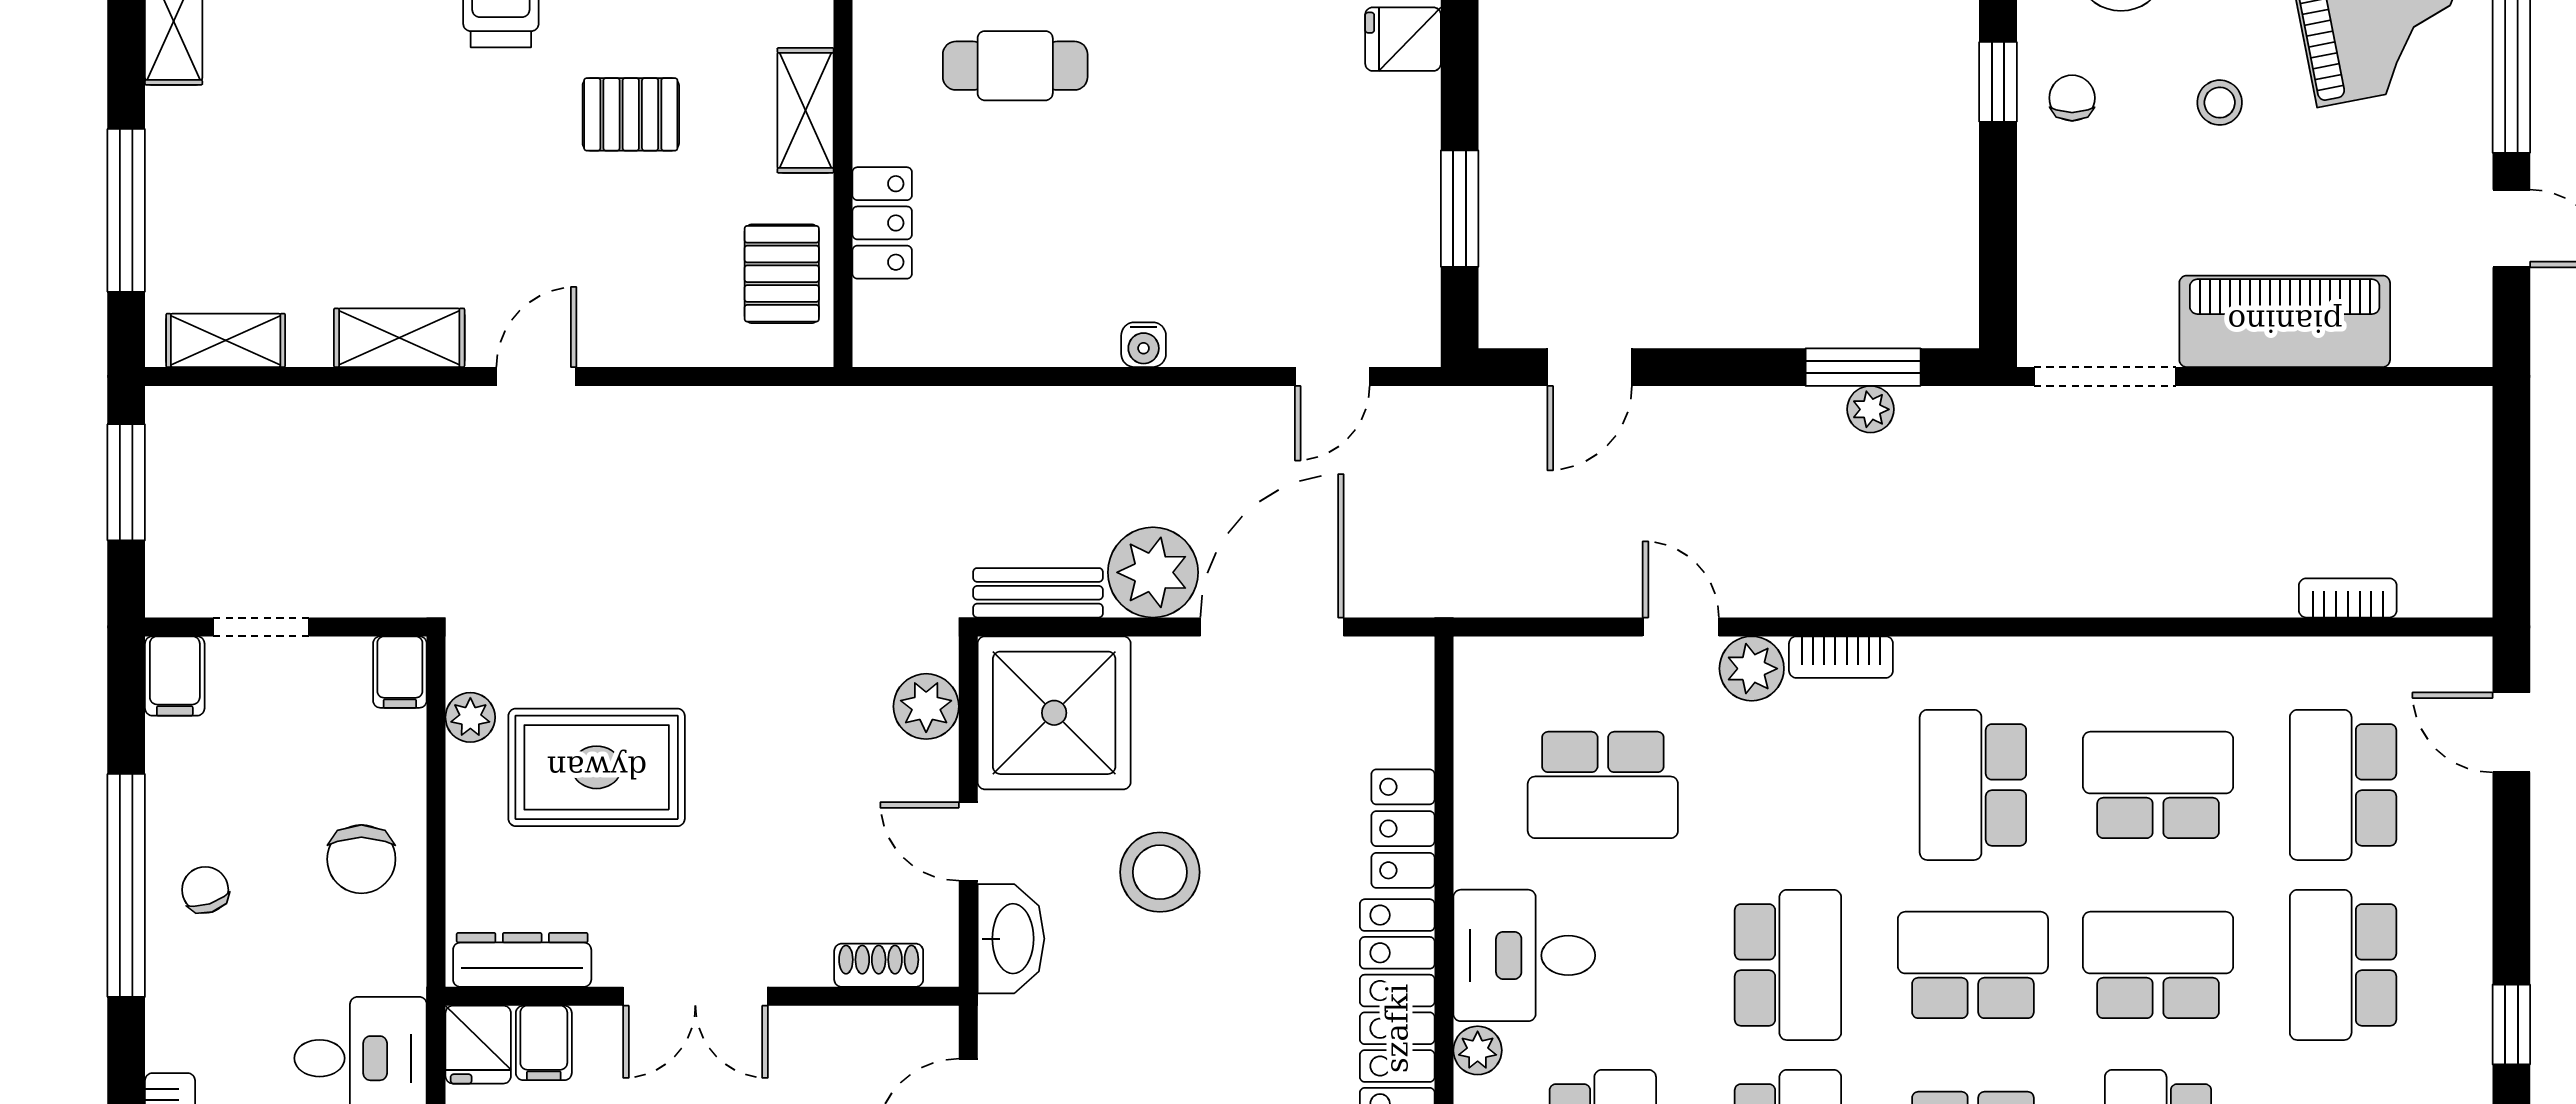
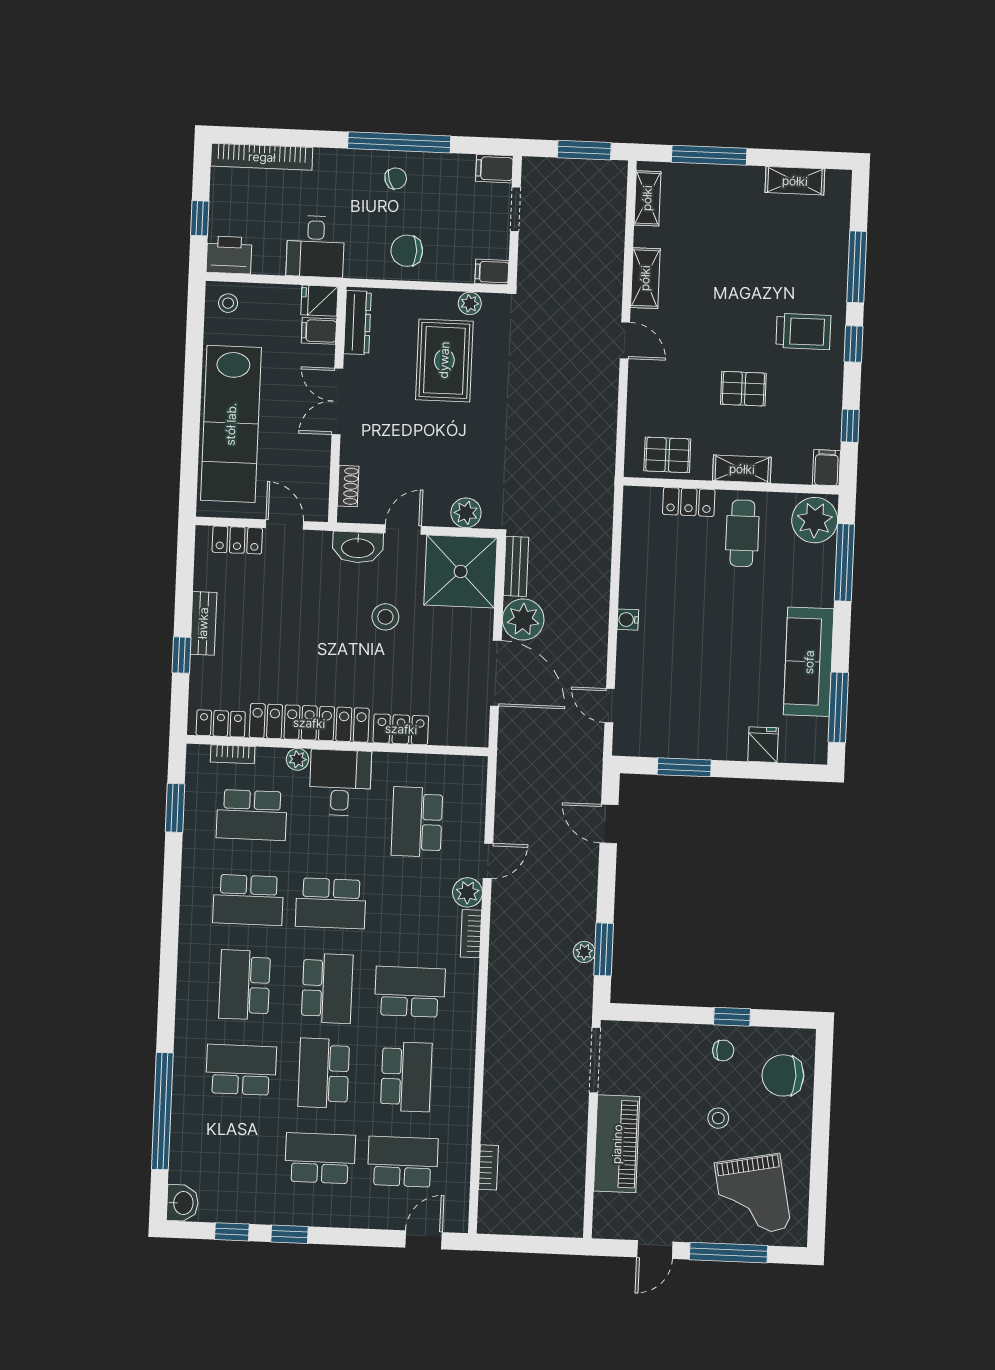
cafe table: (1015, 66) -> (742, 533), moved
pallet: (631, 114) -> (743, 389), turned 90
stool: (1160, 872) -> (385, 617), width x0.73, depth x0.73
school desk: (2158, 965) -> (324, 1073), turned 180

